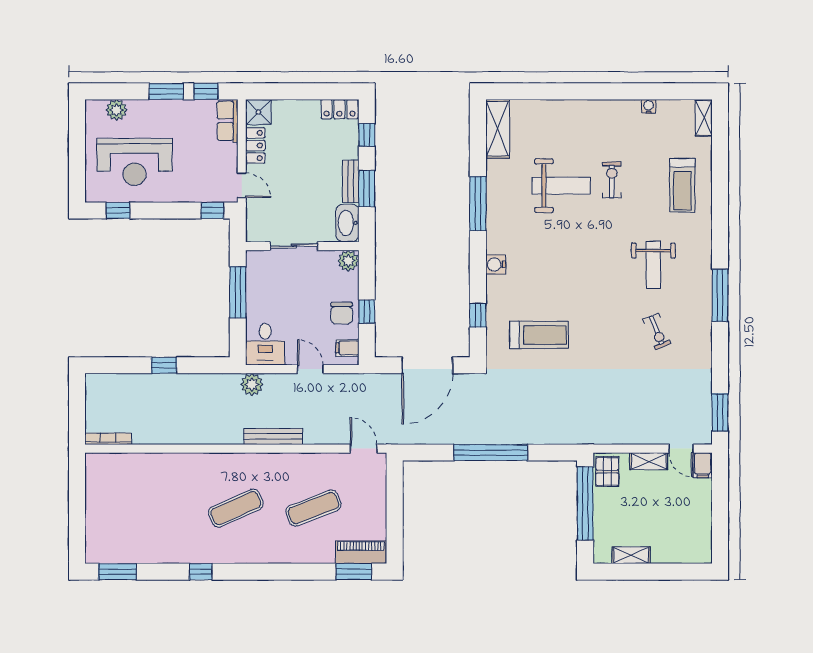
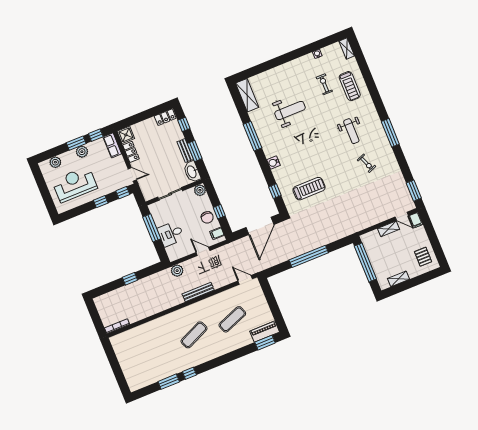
plant: (170, 110) -> (82, 152), added
reception desk: (135, 162) -> (75, 184), turned 180
exercise bike: (612, 180) -> (324, 84), moved
window: (118, 210) -> (101, 202), moved
desk: (265, 344) -> (171, 234), moved, turned 90
pallet: (607, 472) -> (423, 257), moved
window: (118, 572) -> (169, 382), moved

